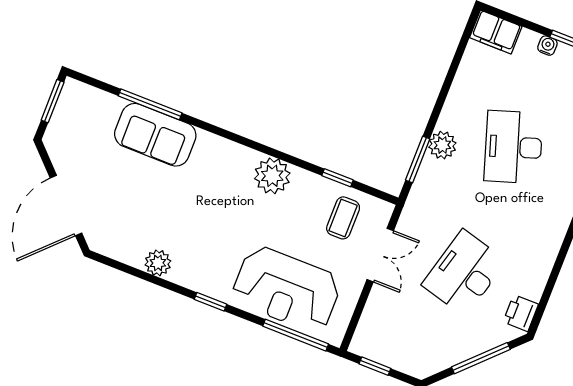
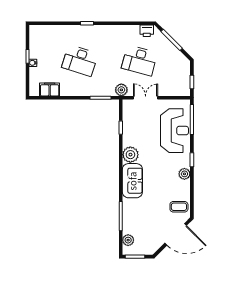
filing cabinet: (496, 32) -> (50, 89), moved, turned -90
plant: (93, 100) -> (128, 240), added
sofa: (155, 135) -> (132, 181), moved
plant: (442, 145) -> (121, 90), moved
desk: (513, 147) -> (80, 60), turned 36
coffee table: (343, 218) -> (179, 207), moved
plant: (158, 263) -> (184, 174), moved

